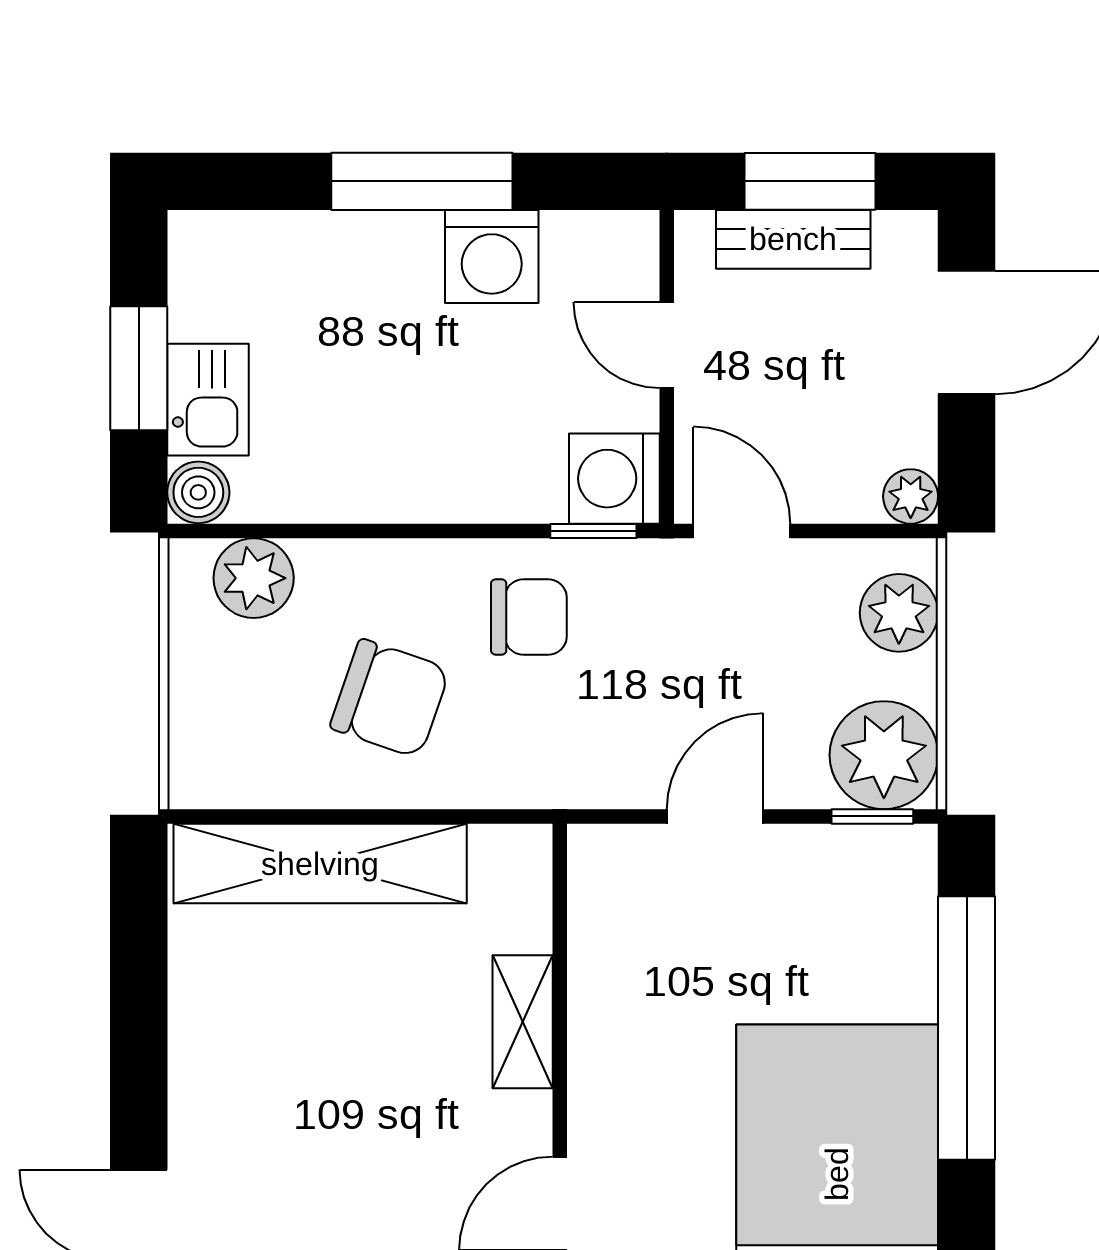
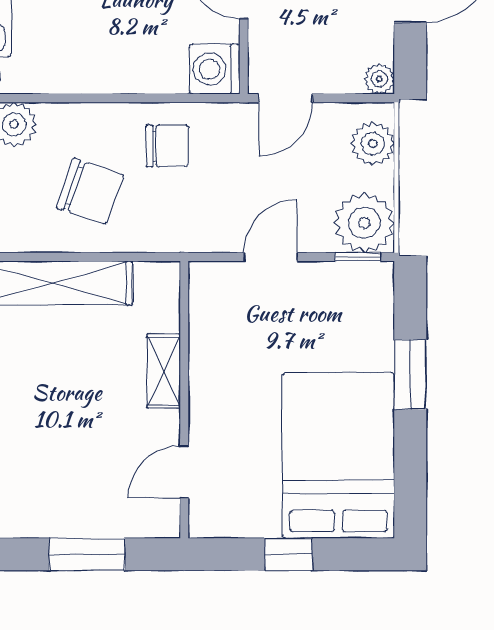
window: (593, 531) -> (203, 98), removed
door: (742, 531) -> (285, 98), swing flipped
window: (967, 1028) -> (410, 374), width x0.47

